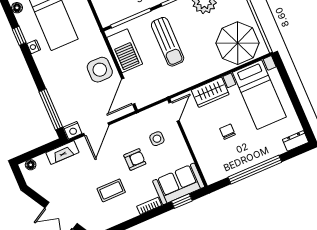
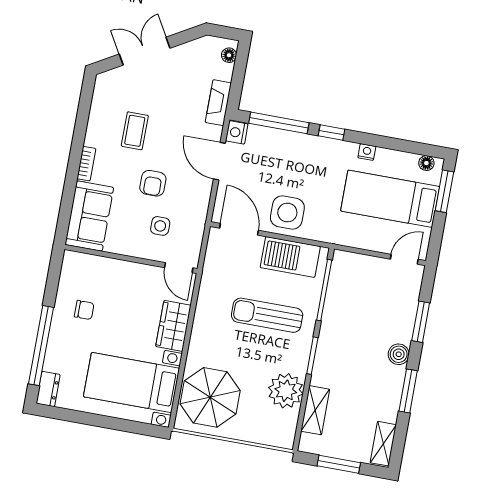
window: (19, 36) -> (332, 132), moved
chair: (227, 132) -> (84, 310), moved
window: (255, 170) -> (41, 346), moved
window: (182, 201) -> (66, 206), removed

